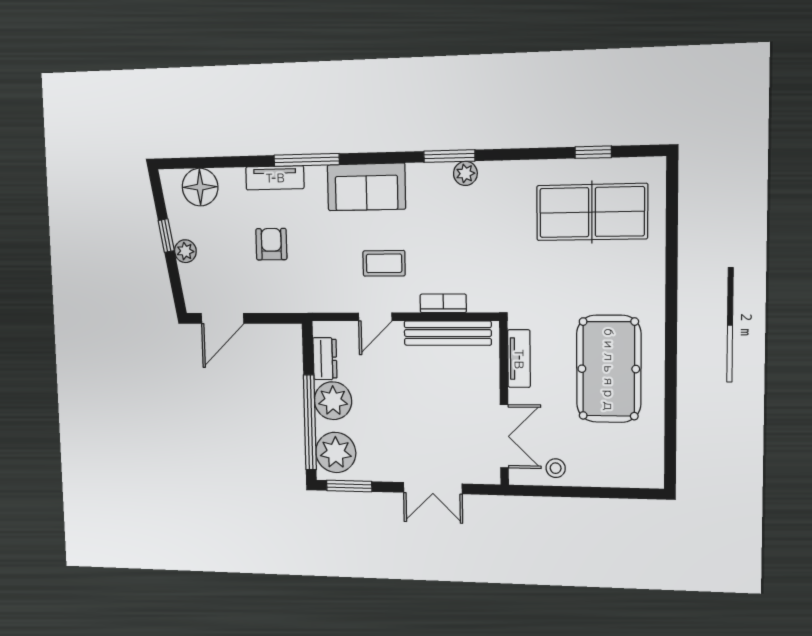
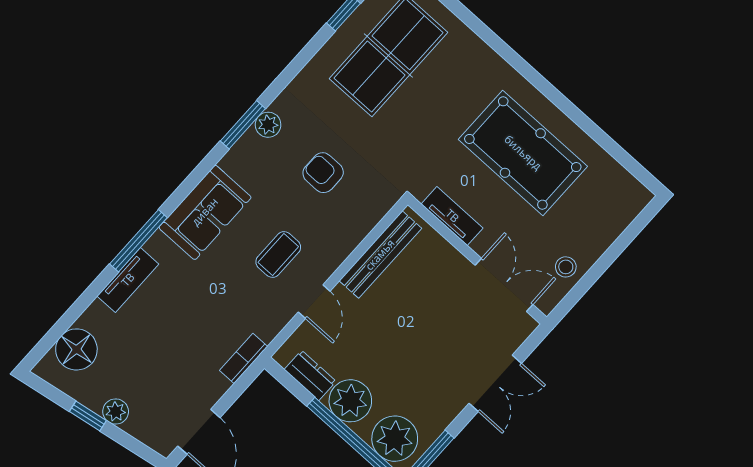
armchair: (271, 244) -> (323, 173), moved
bookcase: (443, 303) -> (244, 358), moved

